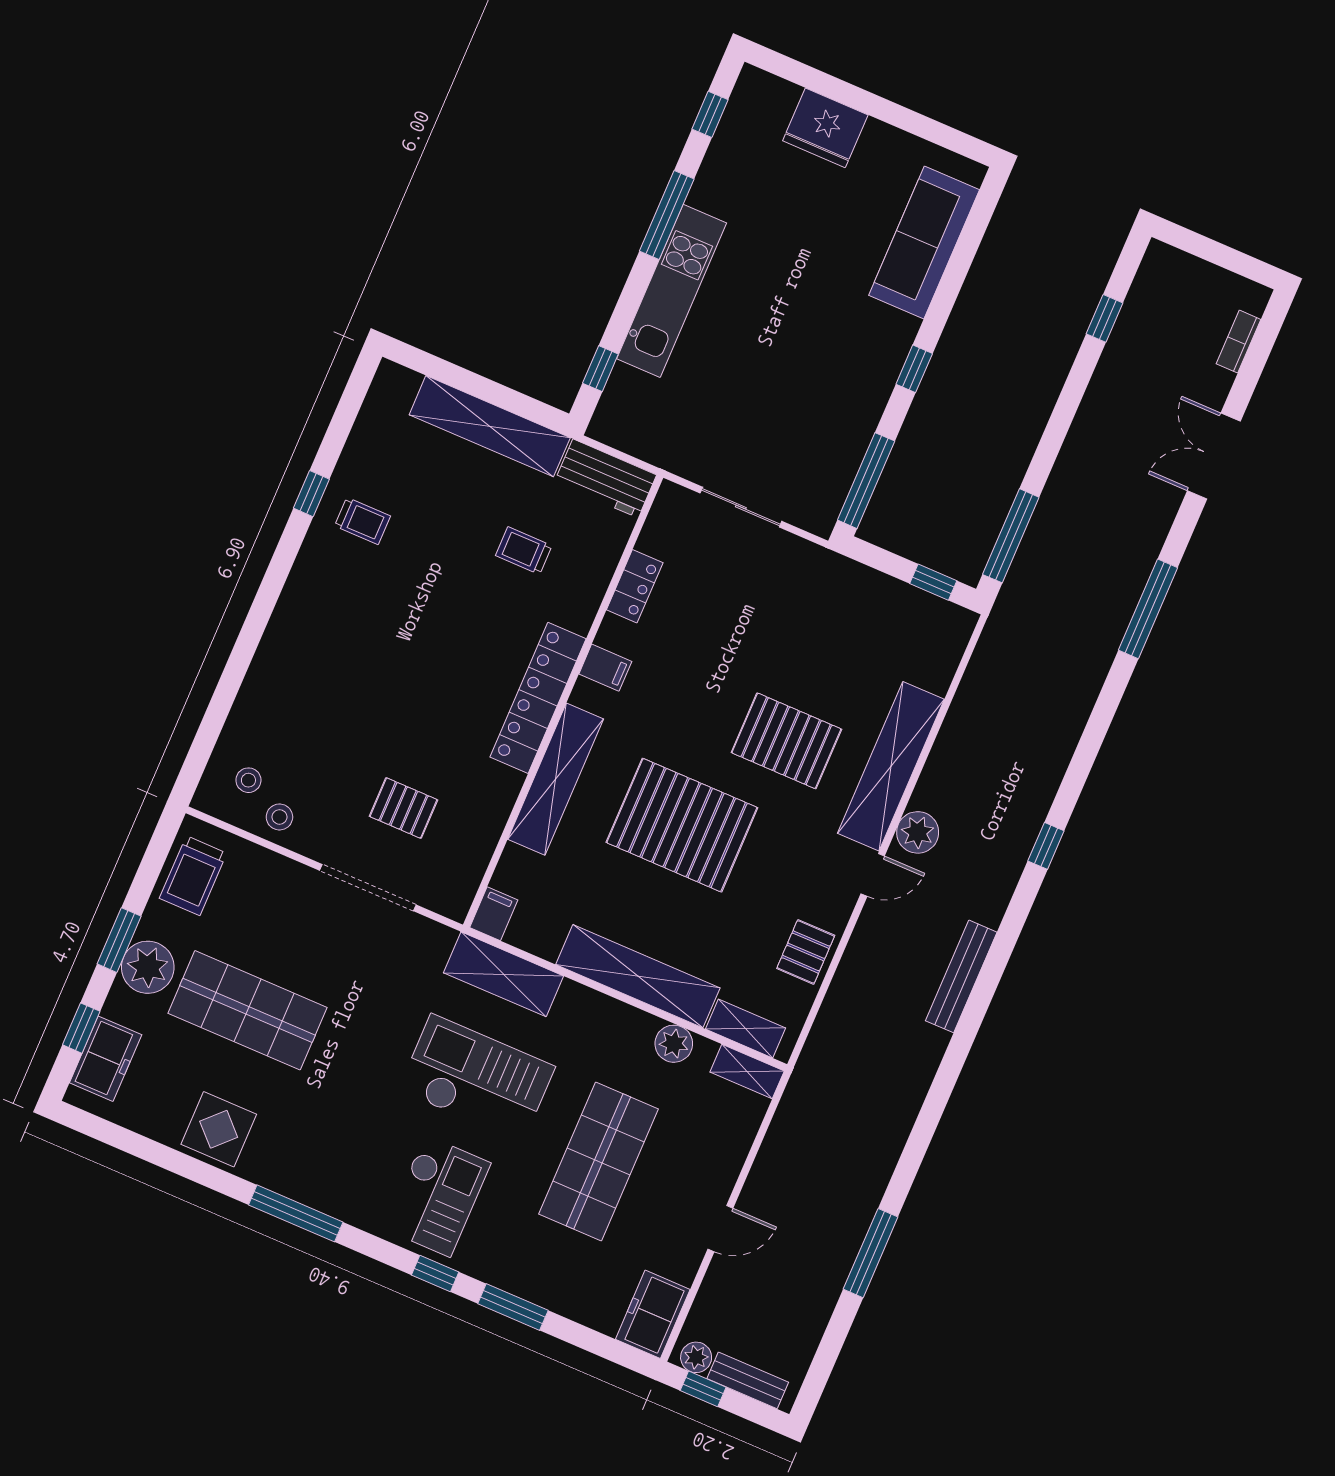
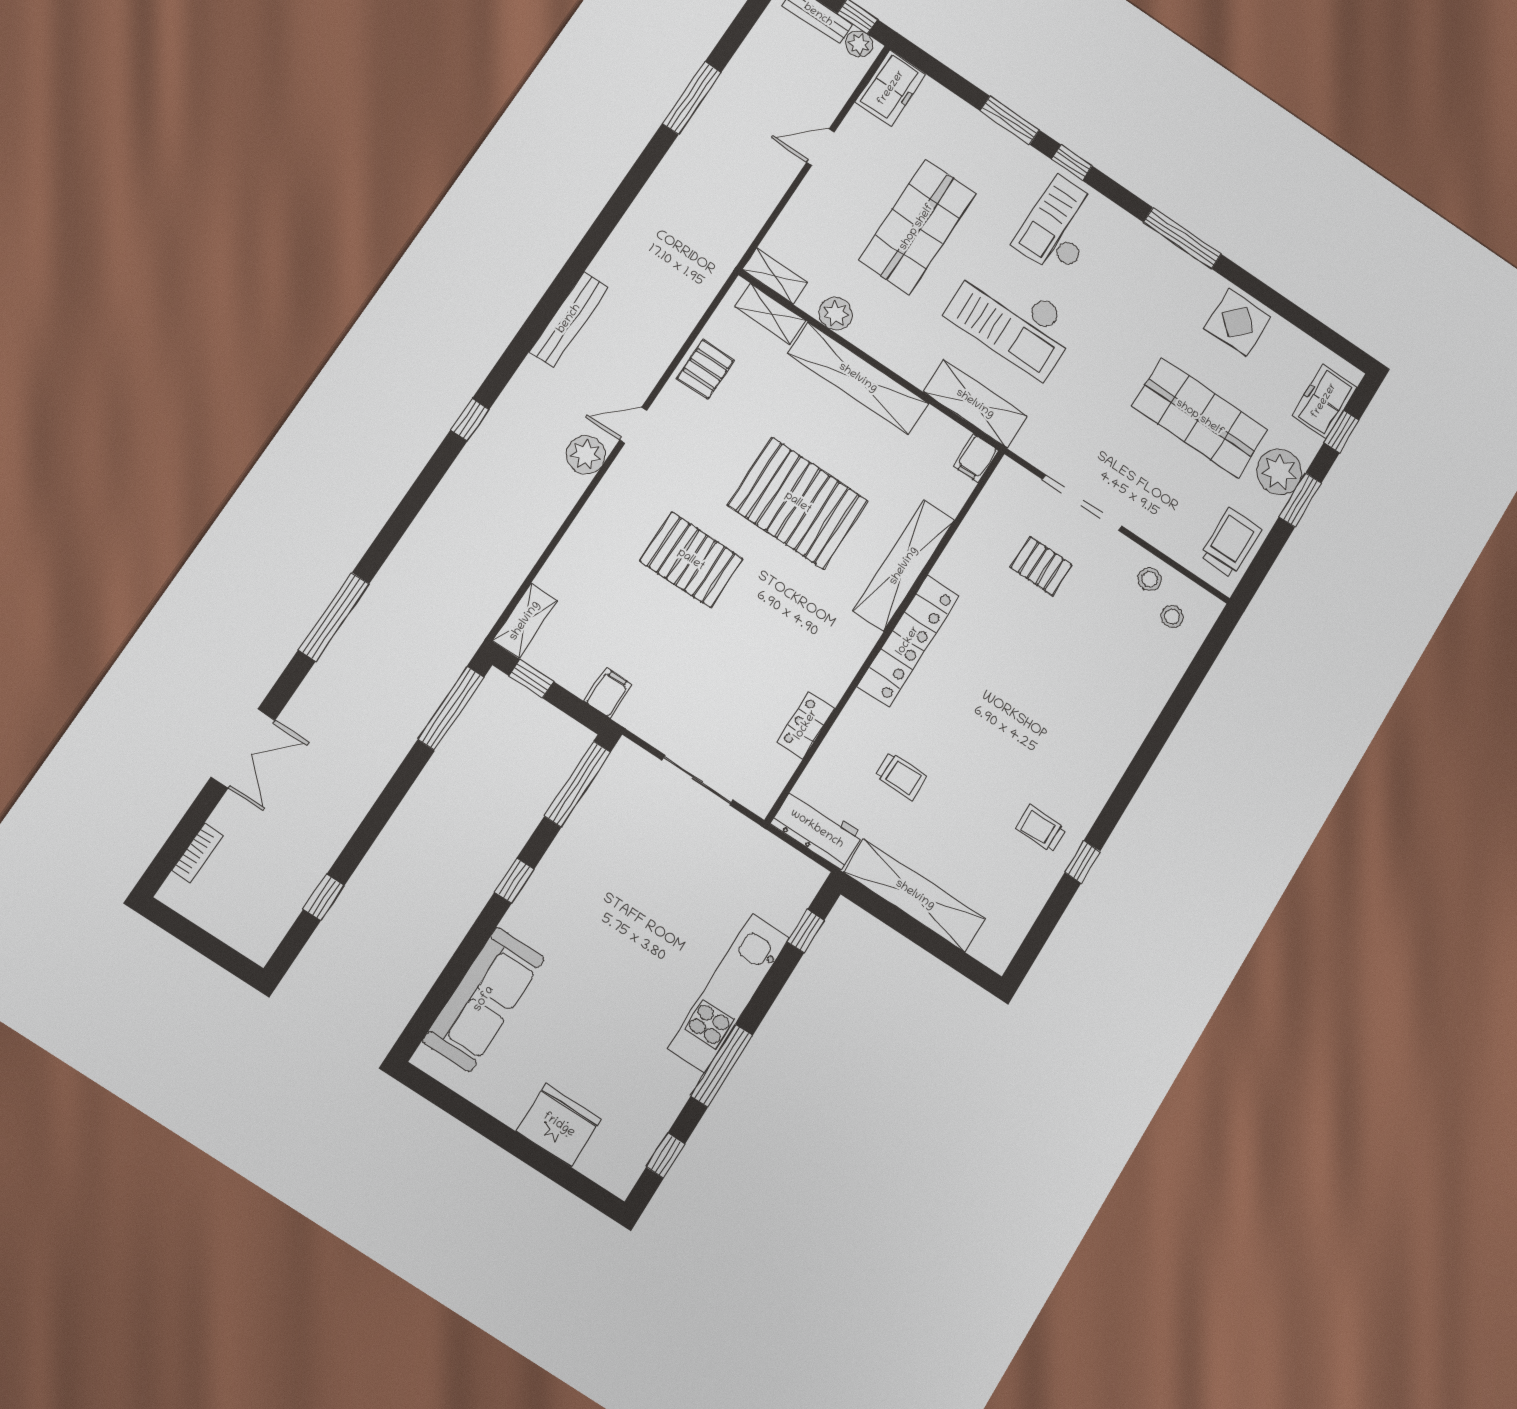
filing cabinet: (605, 668) -> (608, 693), moved, turned 90
shelving: (891, 766) -> (525, 621), moved, width x0.45, depth x0.75

